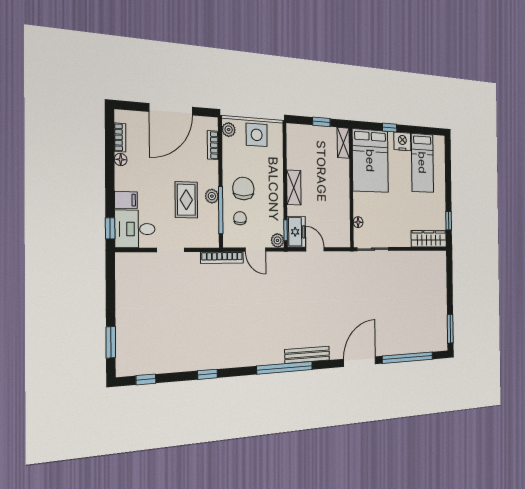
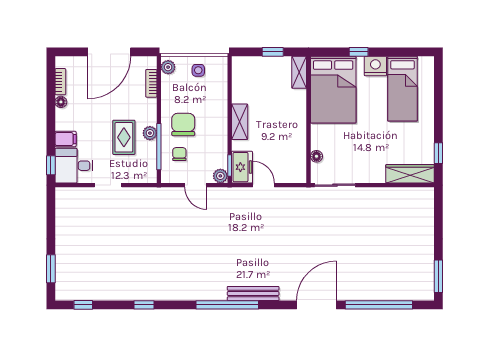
side table: (257, 135) -> (198, 70), width x0.54, depth x0.54
bookcase: (222, 258) -> (160, 193), removed

